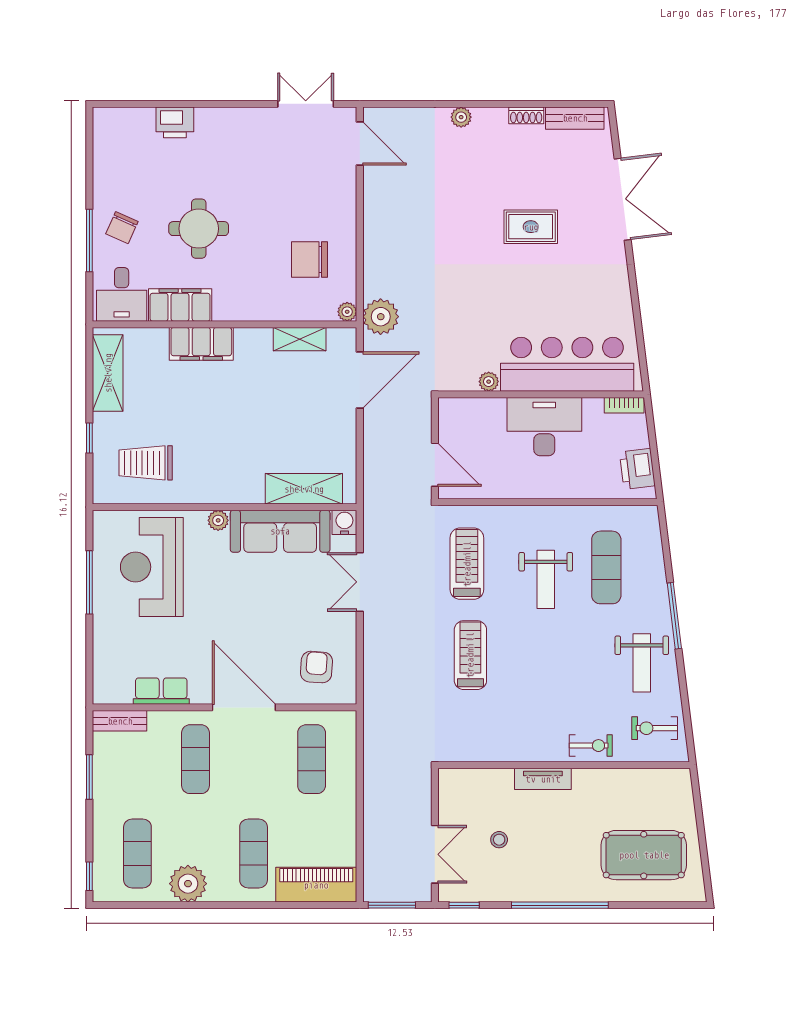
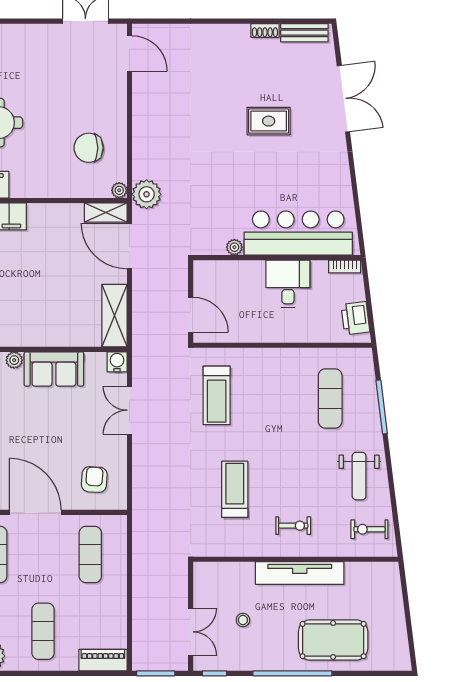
plant: (461, 117) -> (212, 32), removed
shelving: (300, 339) -> (106, 213), moved
door: (360, 380) -> (129, 246), swing flipped
desk: (544, 427) -> (288, 284), width x0.73
shelving: (304, 489) -> (114, 316), moved, turned 90
sofa: (280, 531) -> (54, 369), width x0.73
treadmill: (467, 564) -> (217, 395), turned 180
weight bench: (546, 579) -> (281, 408), removed
window: (674, 616) -> (382, 407), moved
treadmill: (470, 655) -> (235, 489), moved
exercise bike: (591, 746) -> (293, 526), moved
tv unit: (543, 779) -> (300, 573), width x1.92, depth x1.29
pool table: (644, 855) -> (333, 640), moved
piano: (316, 885) -> (103, 660), width x0.73, depth x0.75

